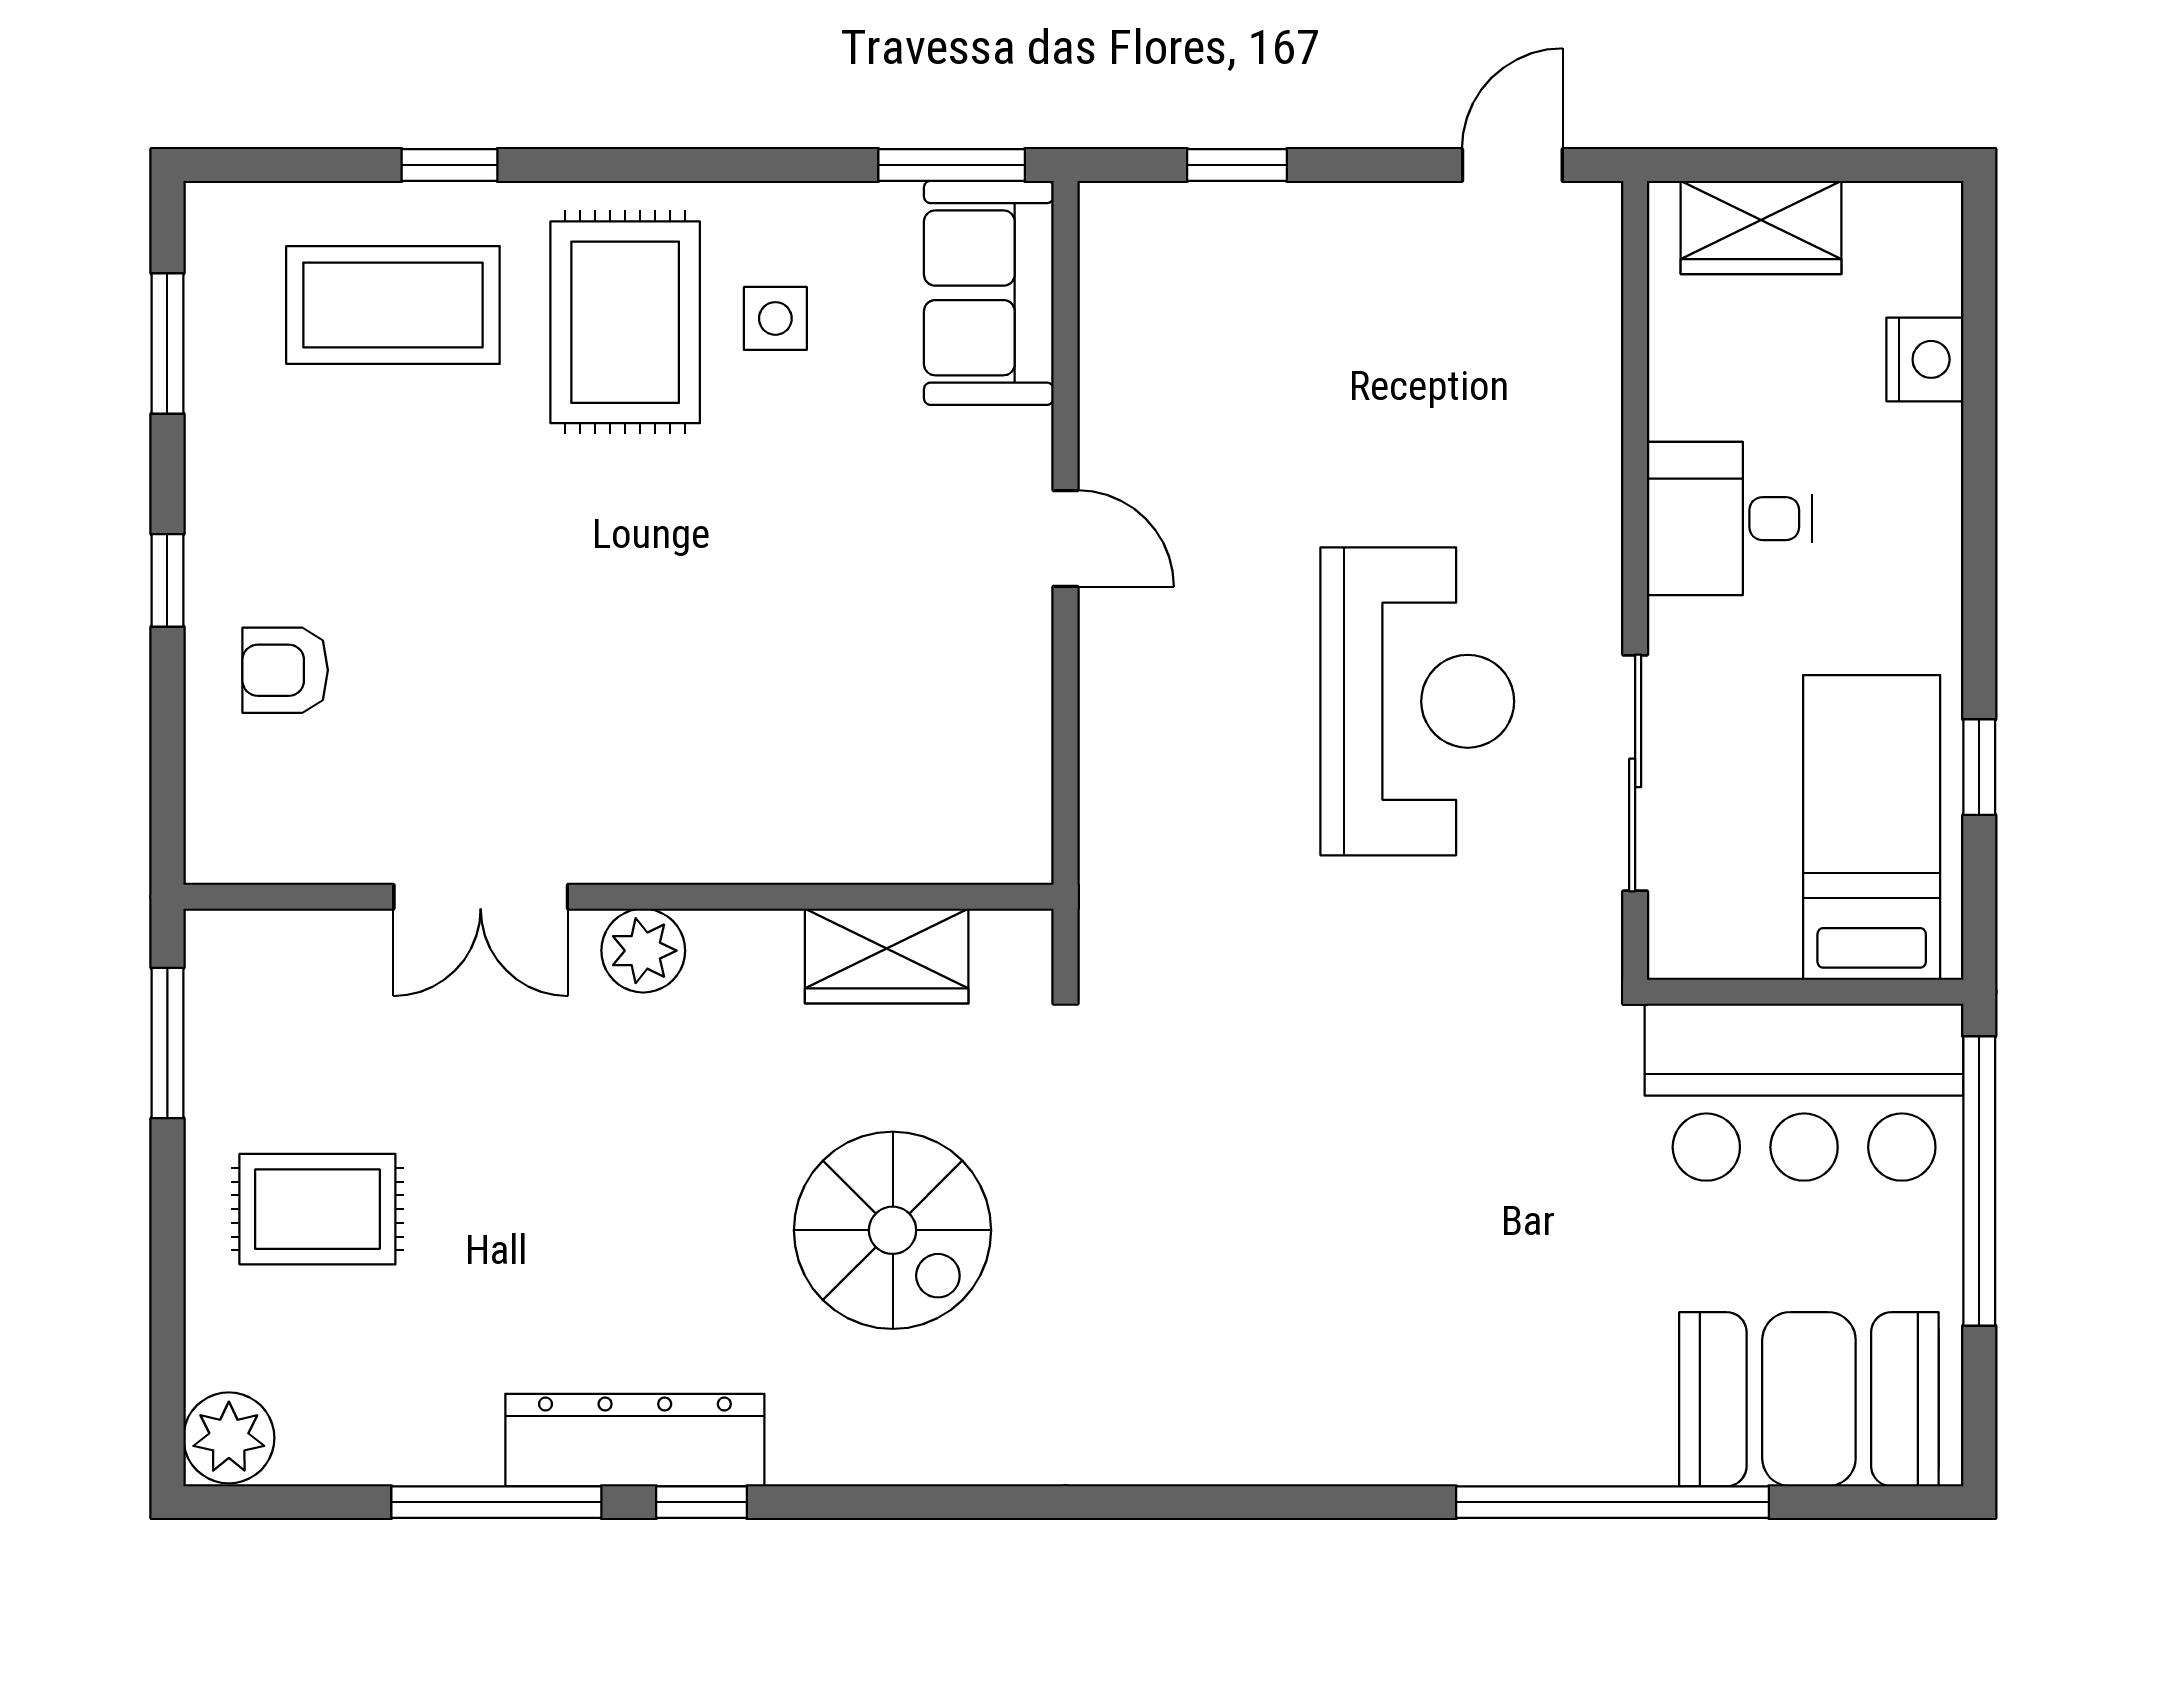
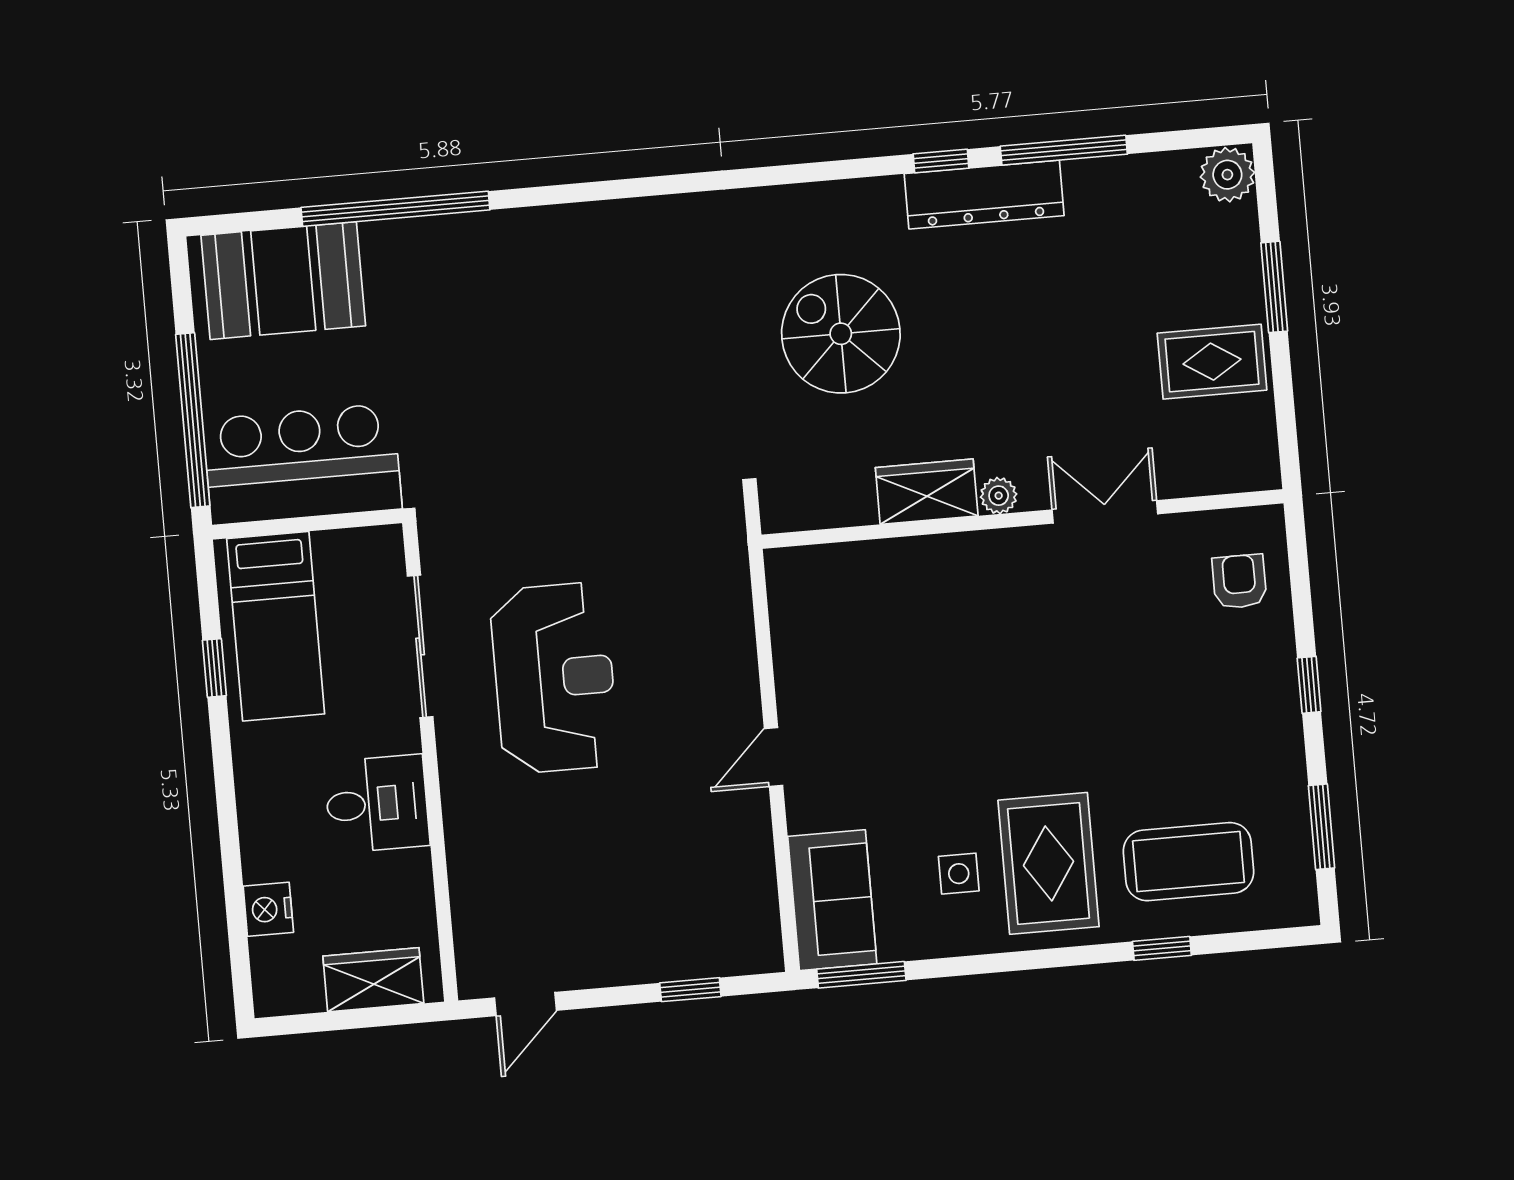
door: (1065, 539) -> (774, 757), hinge flipped
armchair: (285, 670) -> (1239, 581), moved, turned -90
reception desk: (1417, 701) -> (554, 678), turned 180
plant: (643, 951) -> (999, 496), width x0.73, depth x0.73
wardrobe: (887, 956) -> (927, 492), moved
window: (167, 1043) -> (1274, 287), moved
rug: (317, 1209) -> (1212, 362), moved

